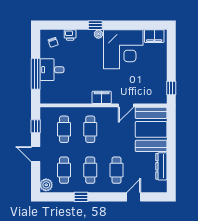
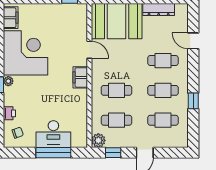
desk: (52, 70) -> (53, 134), width x1.37
plant: (46, 185) -> (98, 140), moved

